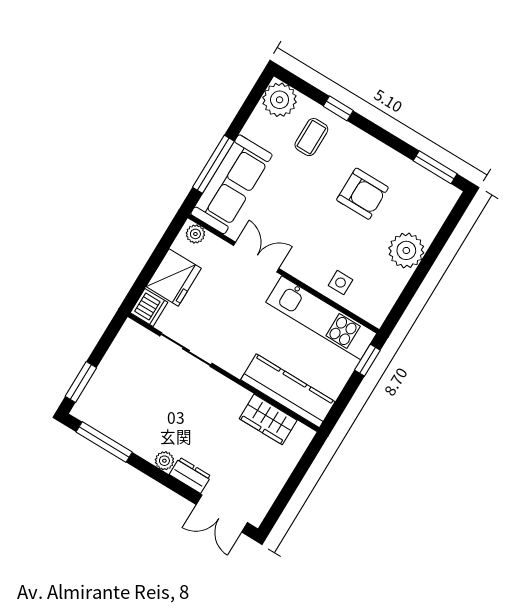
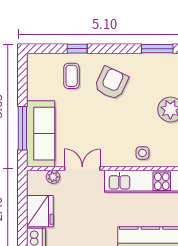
plant: (280, 100) -> (39, 65), removed
armchair: (362, 194) -> (111, 83), moved, turned -65
plant: (195, 234) -> (53, 177), moved

